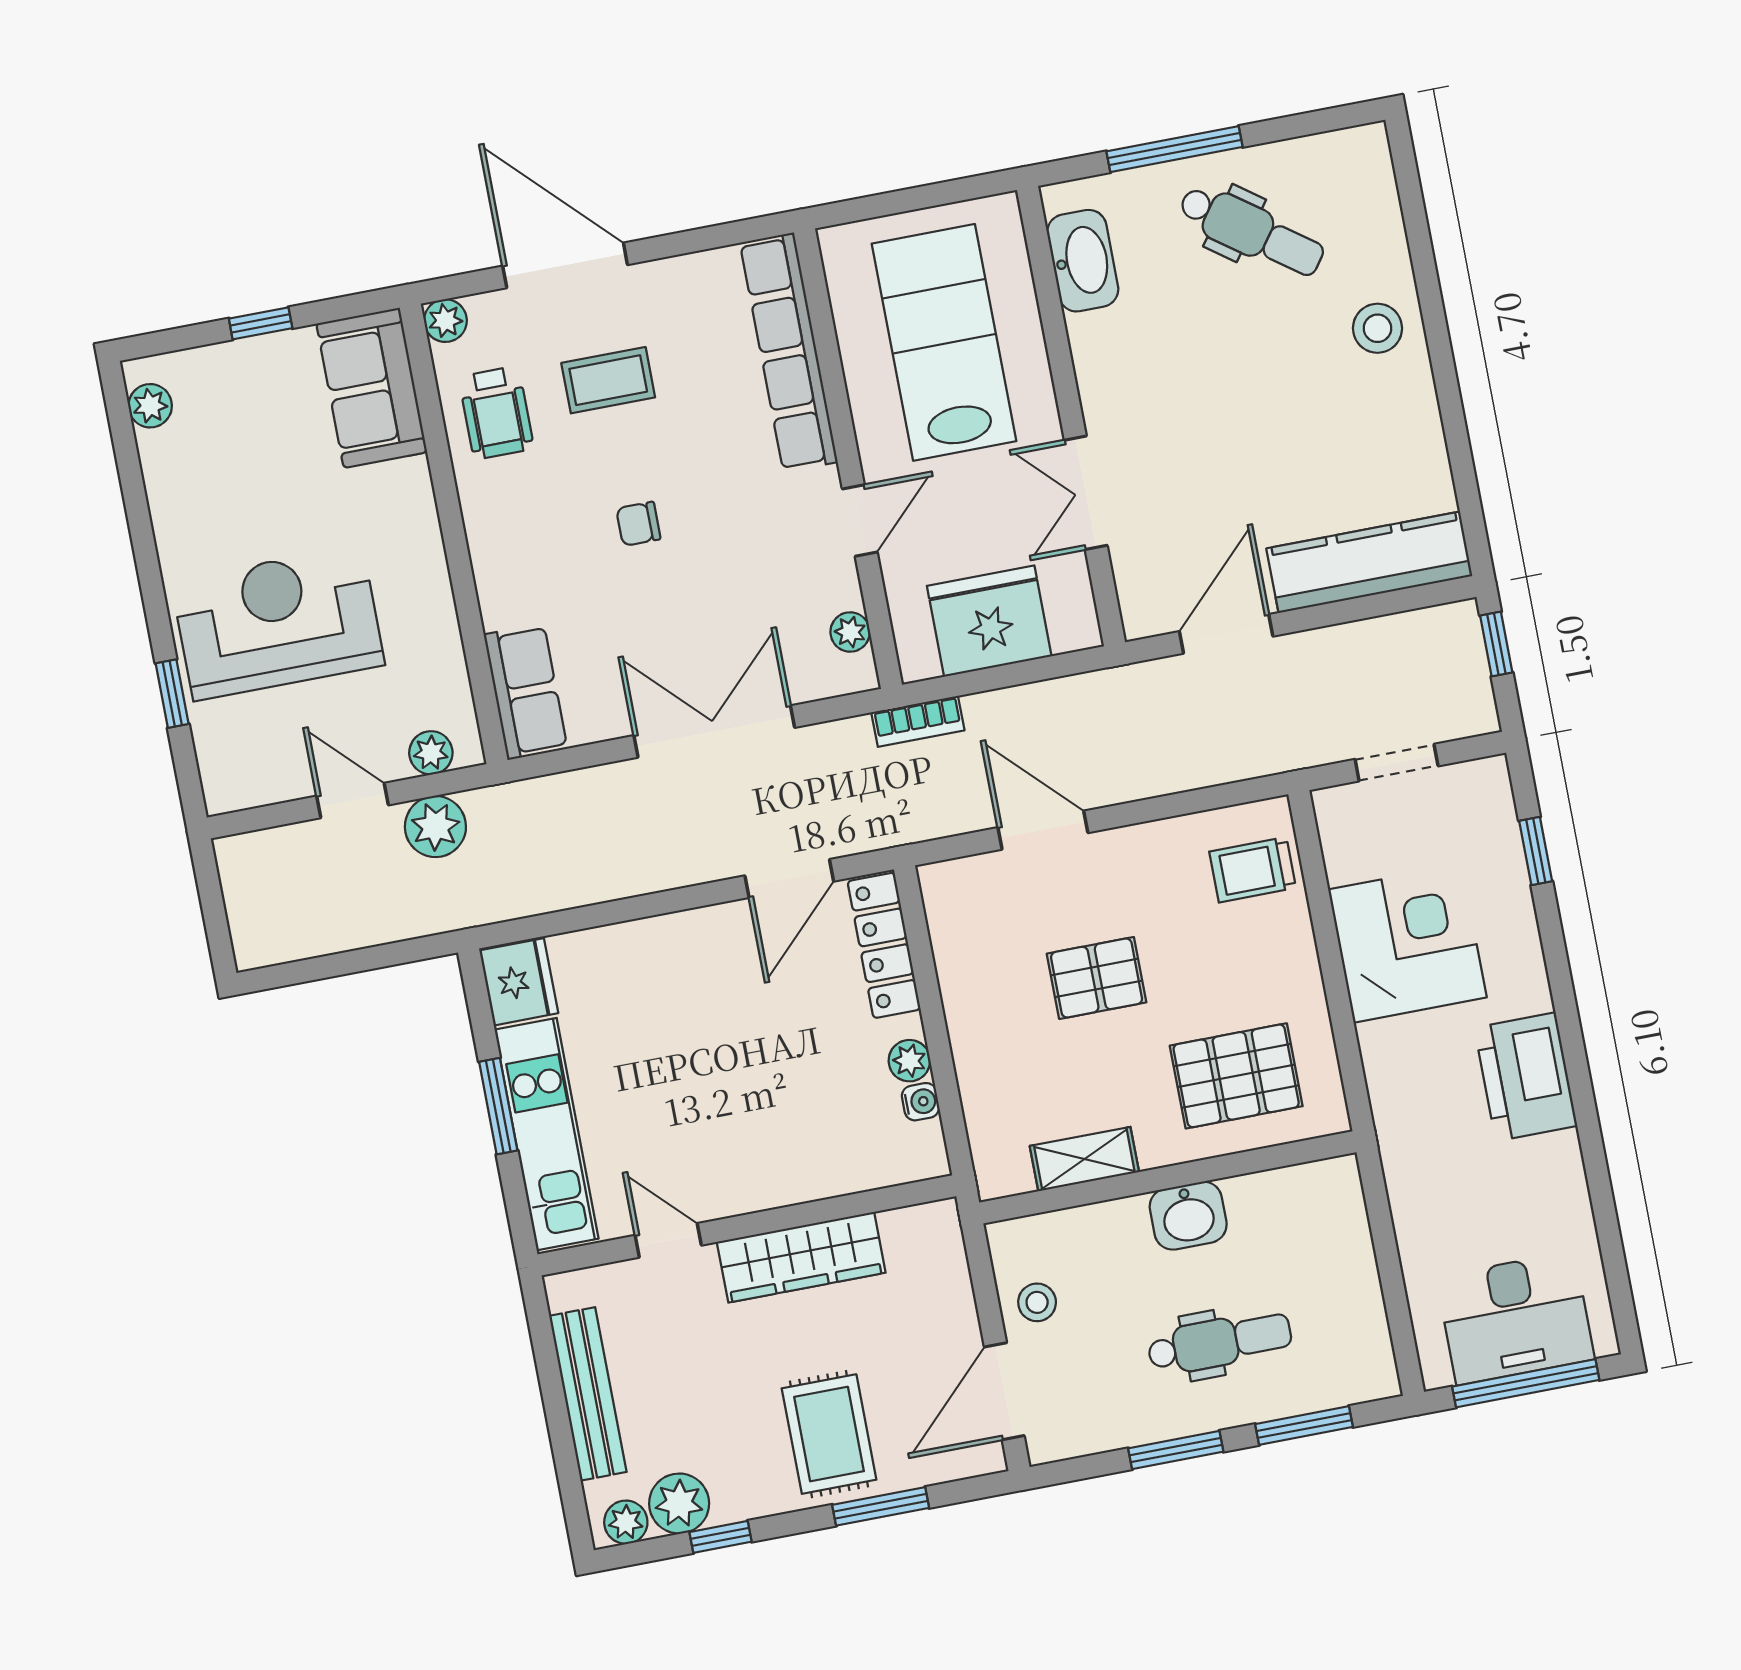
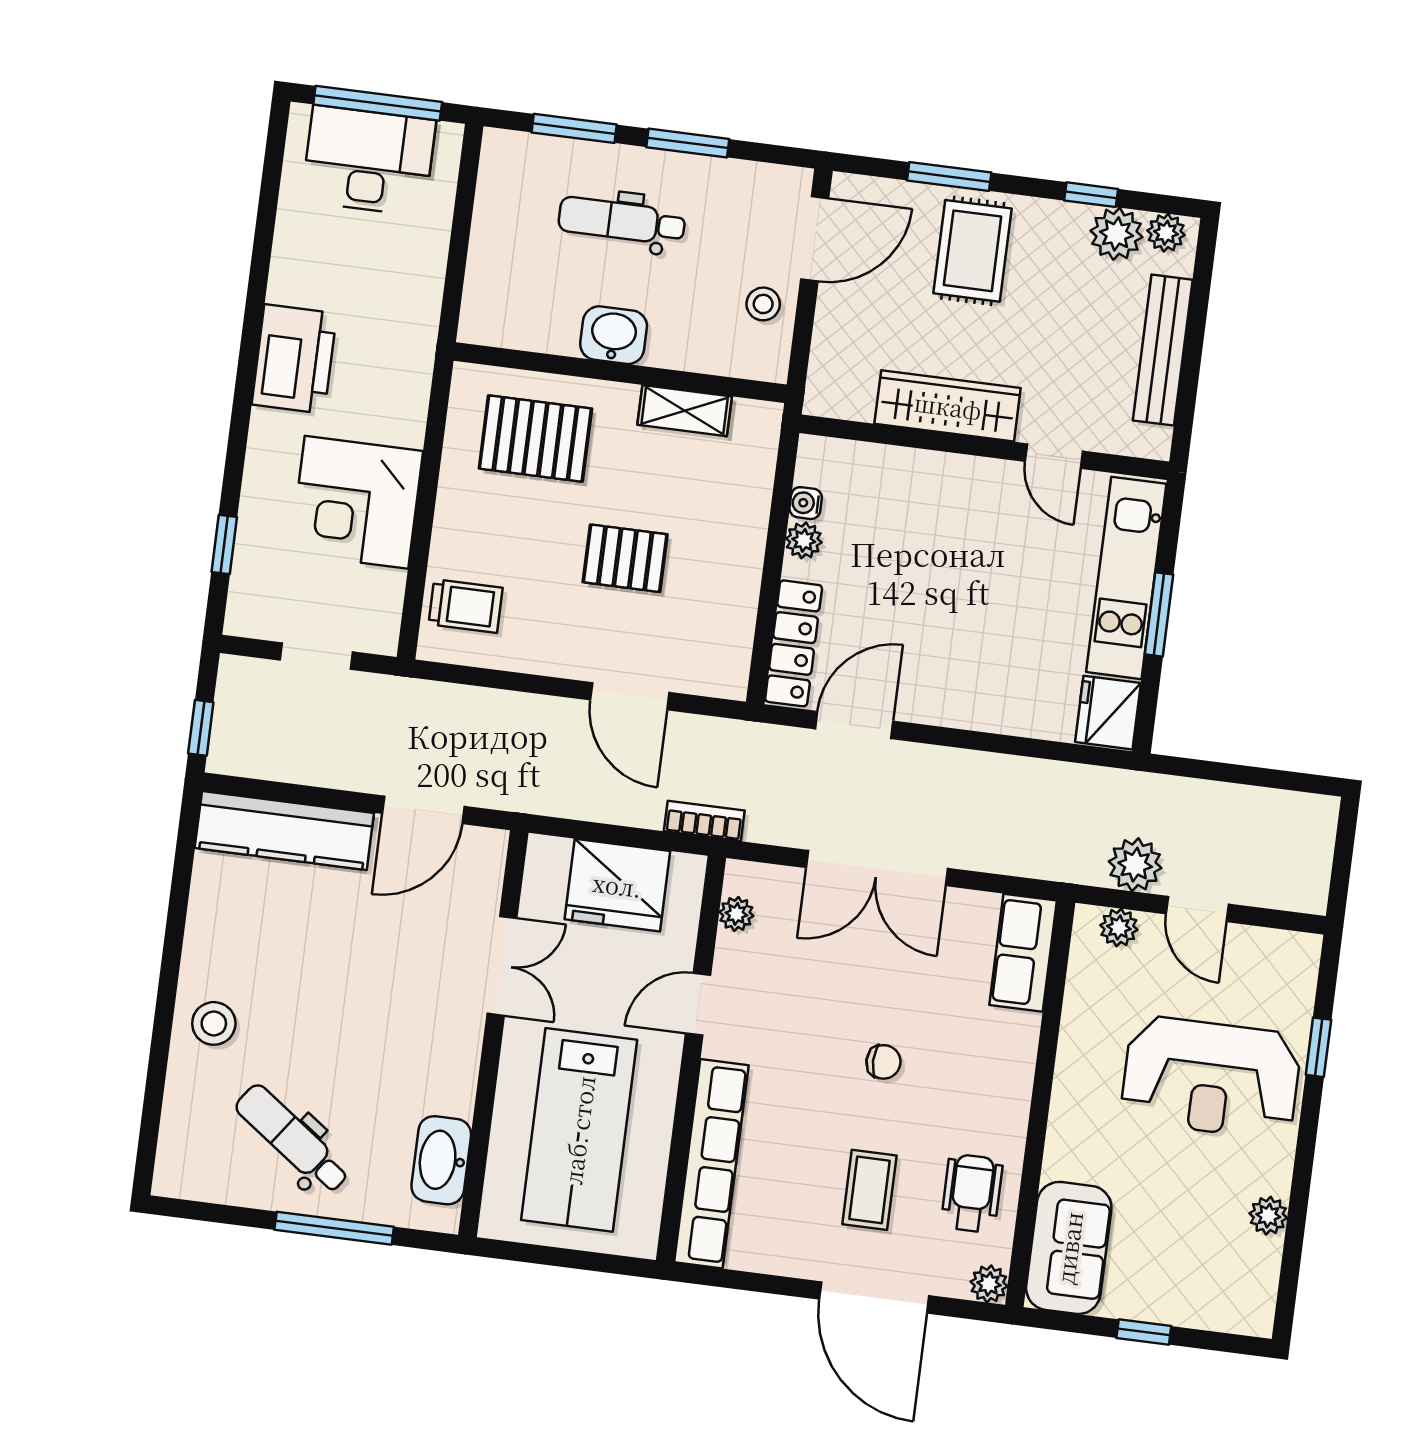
coffee table: (608, 380) -> (869, 1190), turned 90
plant: (150, 406) -> (1268, 1216), moved

